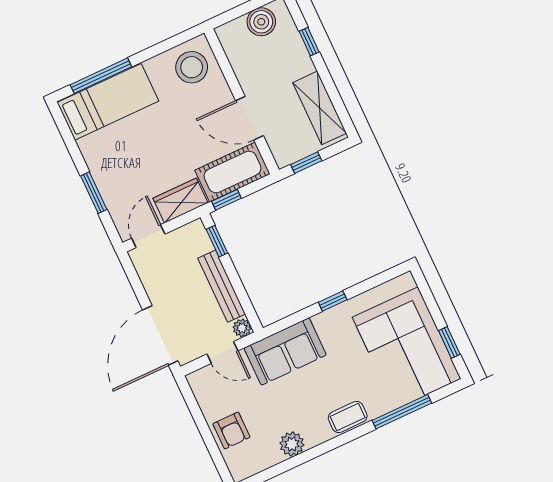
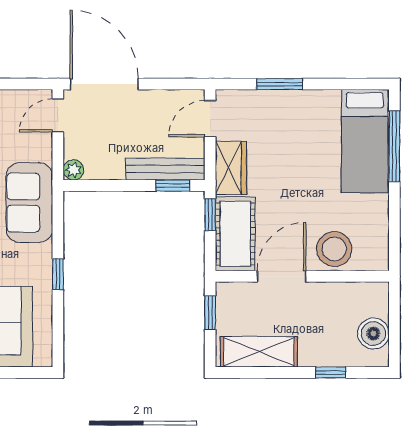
stool: (192, 67) -> (334, 249), moved
door: (148, 236) -> (210, 119), swing flipped
bench: (222, 286) -> (165, 169), moved
door: (222, 352) -> (58, 115), moved

